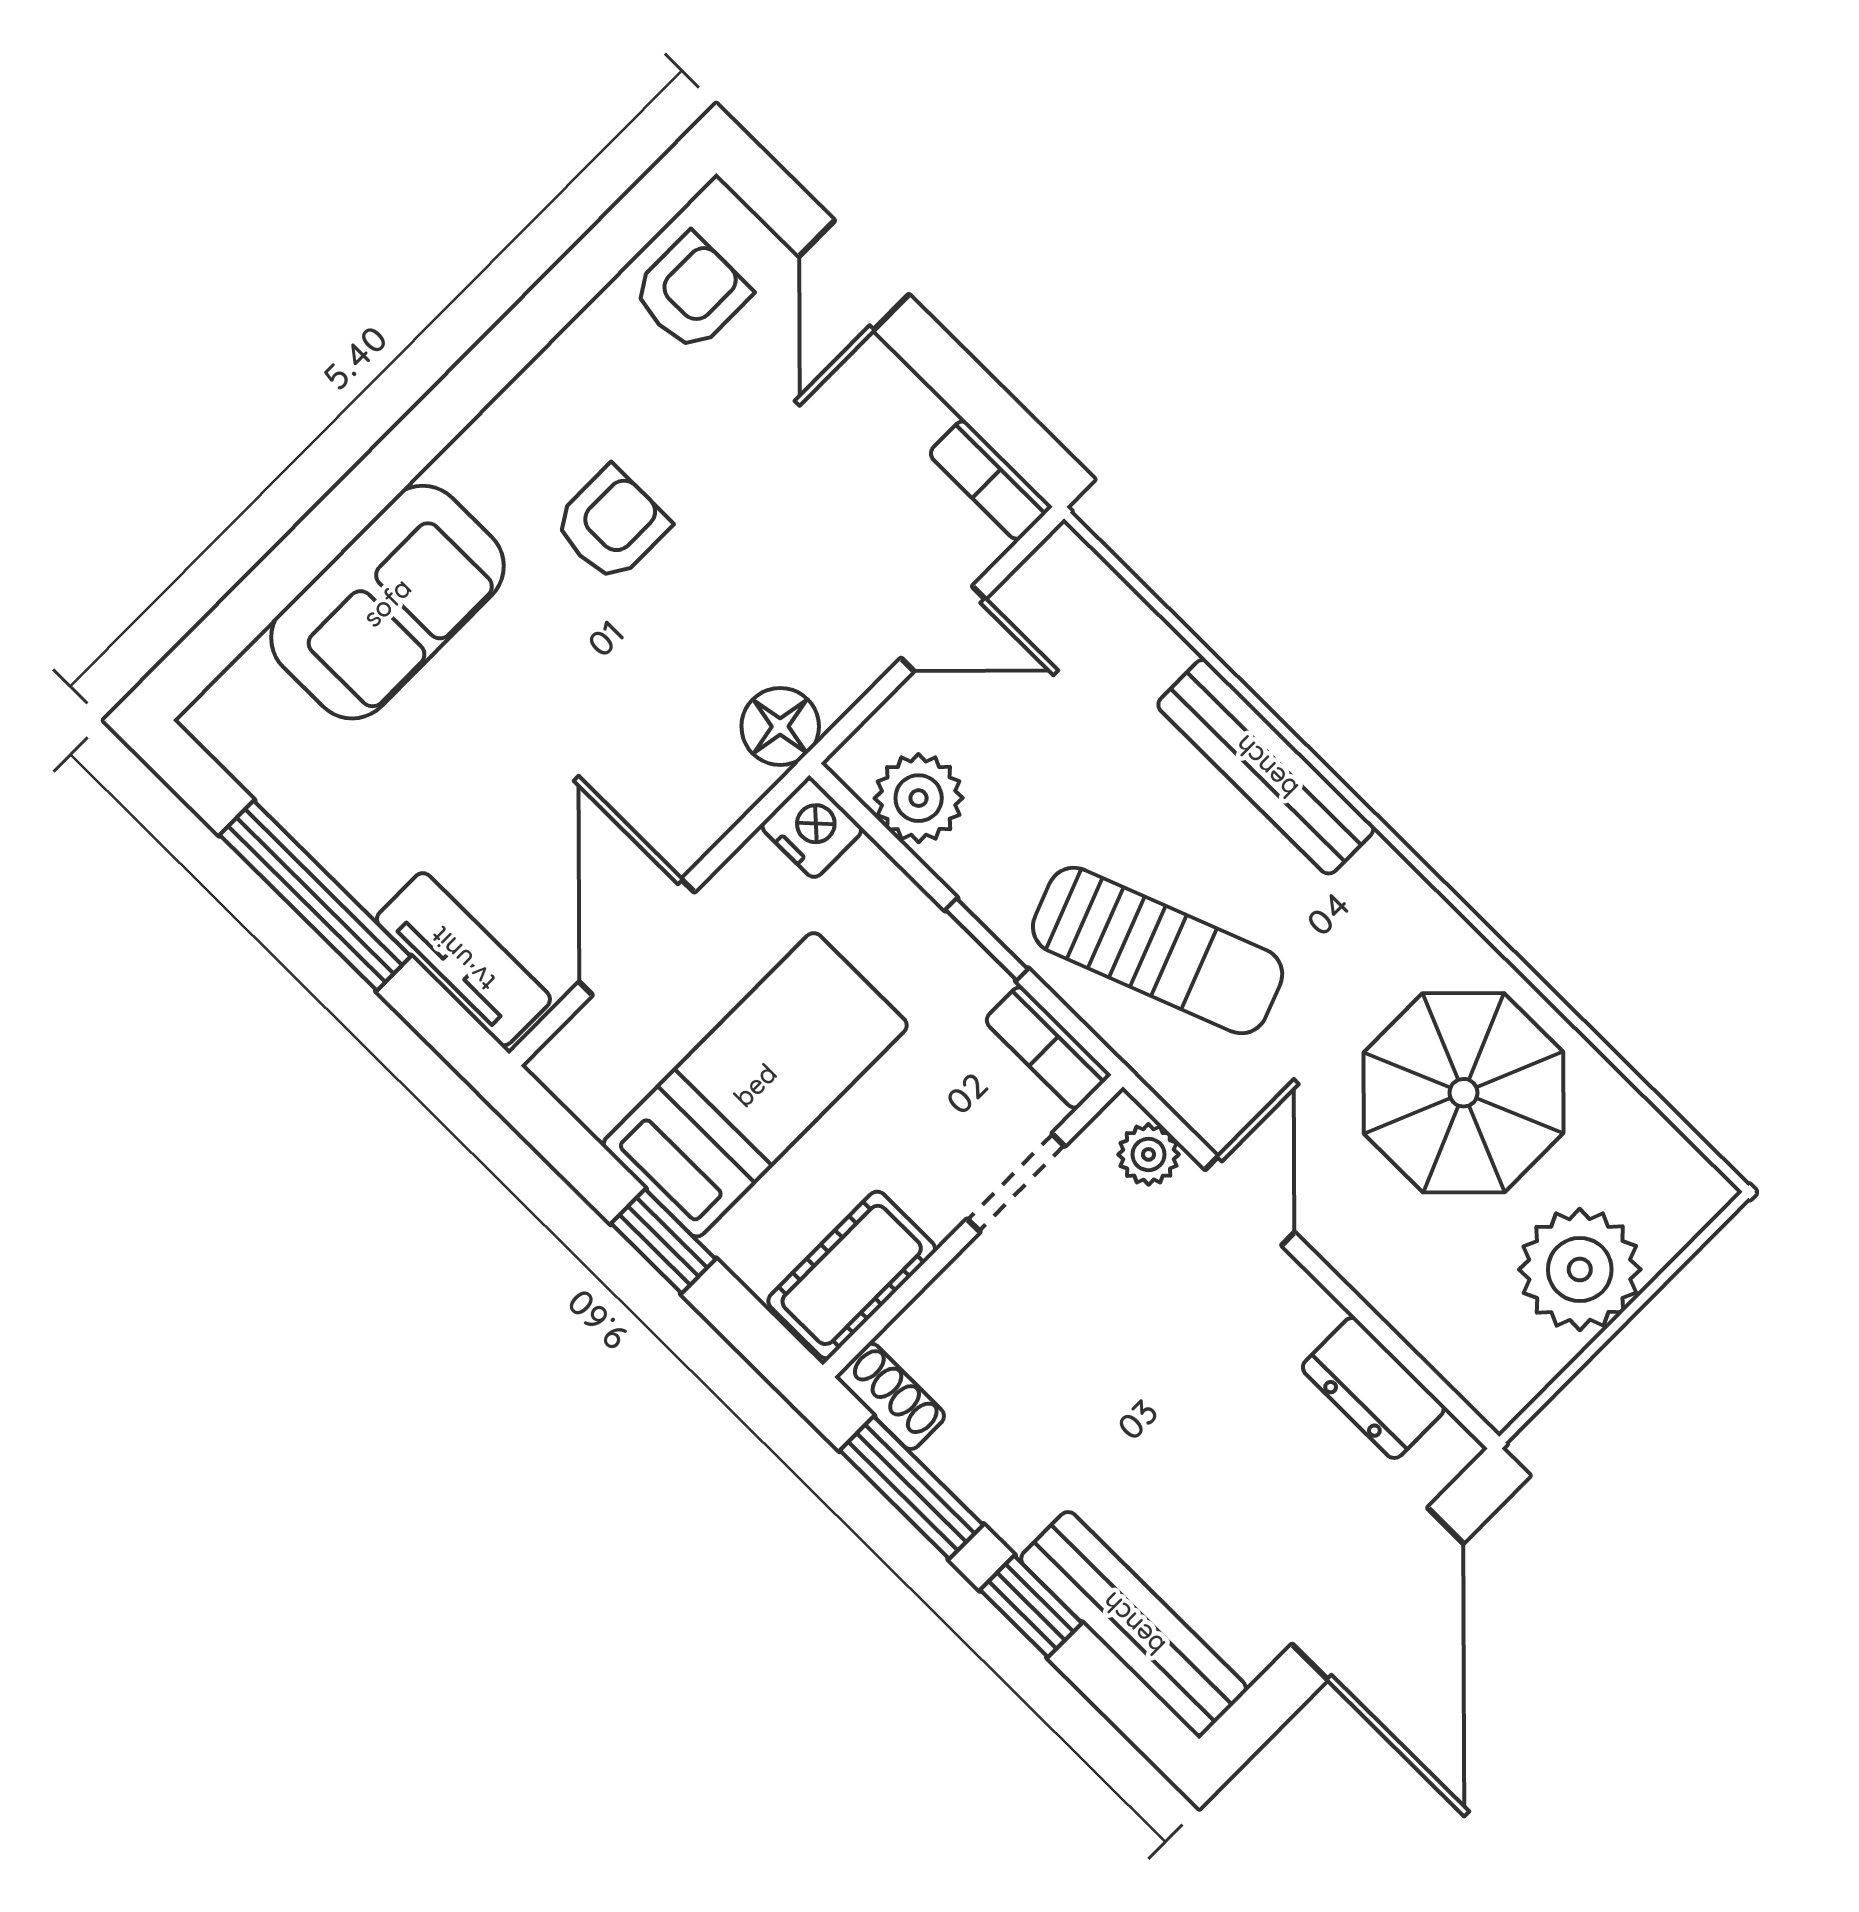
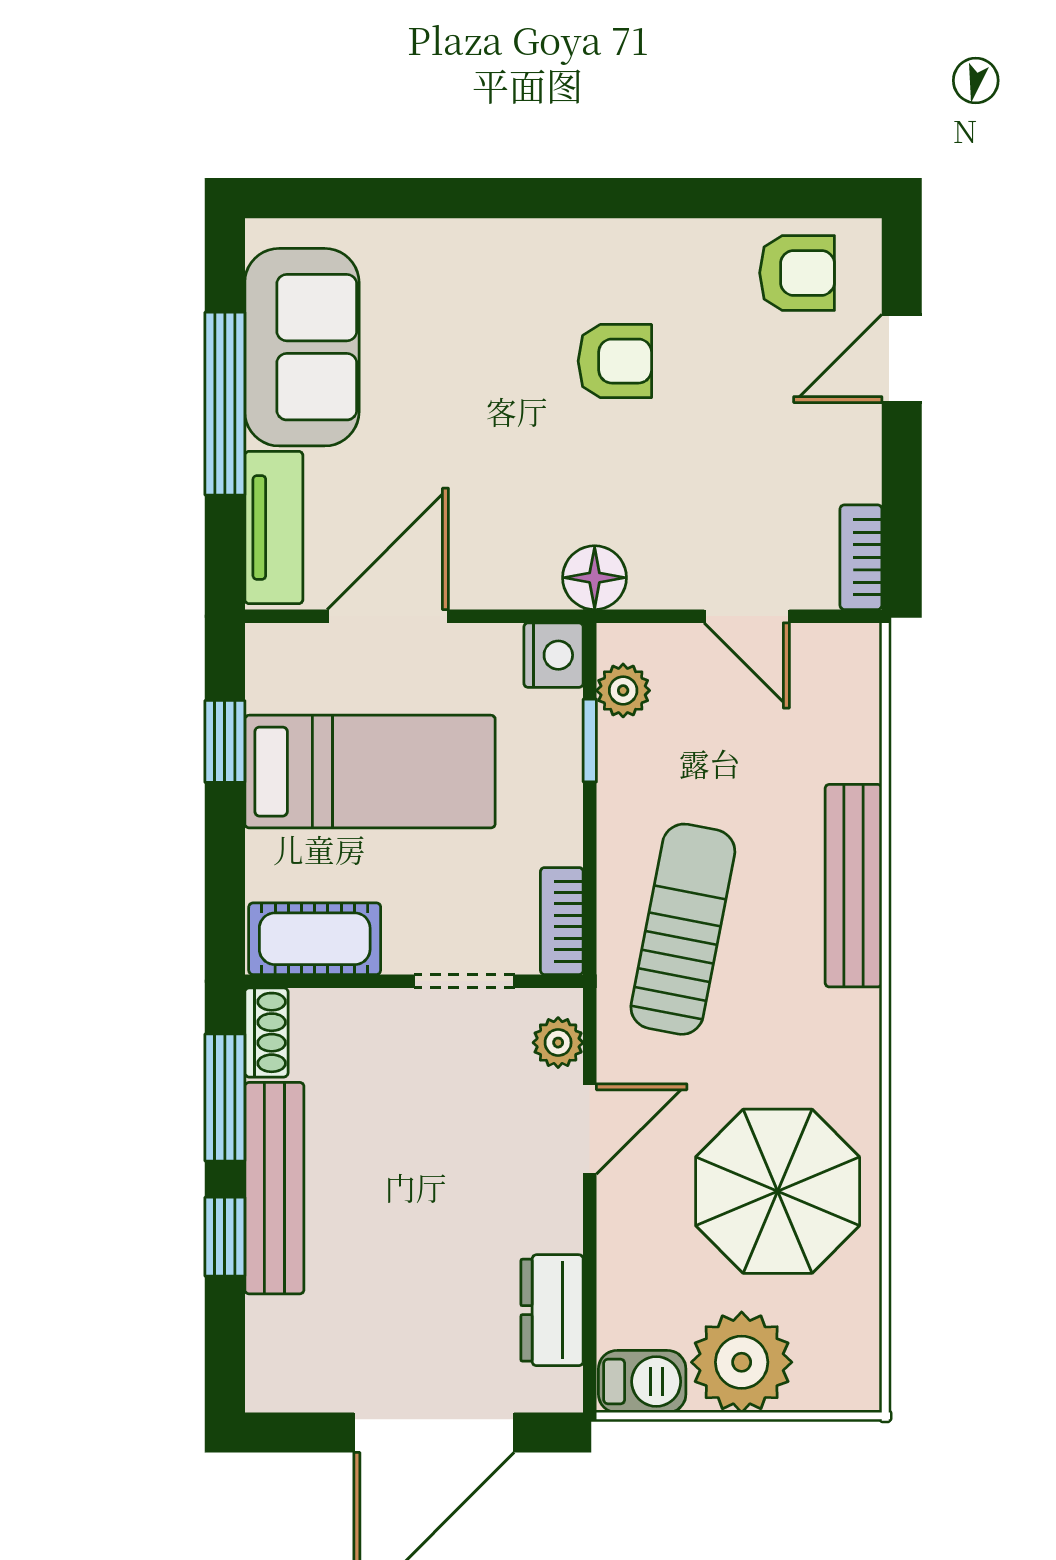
sofa: (387, 602) -> (302, 347), moved, turned -90
plant: (919, 798) -> (623, 690), width x0.73, depth x0.73
window: (987, 939) -> (590, 741), moved
sun lounger: (1158, 950) -> (683, 929), turned -148
window: (663, 1241) -> (225, 741), moved
barbecue: (1511, 1371) -> (642, 1382), added
bench: (1133, 1624) -> (274, 1188), moved

